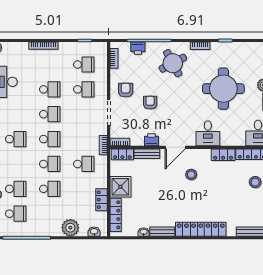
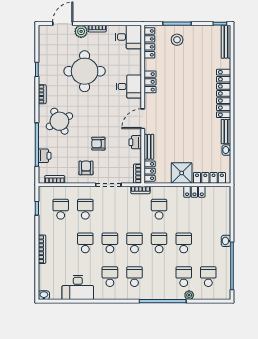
armchair: (126, 90) -> (86, 168), turned 90
school desk: (16, 114) -> (110, 277), added
door: (175, 147) -> (143, 119), swing flipped
locker: (223, 155) -> (150, 82), moved
stool: (191, 175) -> (170, 103), removed
plant: (70, 228) -> (222, 223), removed
washbasin: (94, 232) -> (226, 241), moved

